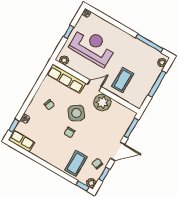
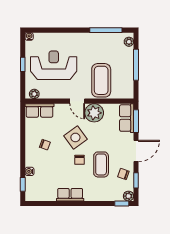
row of seats: (66, 79) -> (40, 110), width x0.68
coffee table: (123, 80) -> (101, 80), width x1.36, depth x1.32
door: (94, 86) -> (77, 101), swing flipped
row of seats: (125, 121) -> (127, 118), added
row of seats: (21, 141) -> (70, 195), moved
coffee table: (76, 163) -> (101, 164), moved

